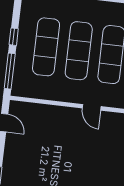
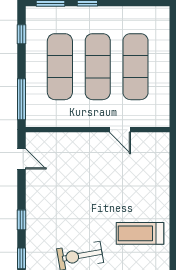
window: (14, 37) -> (22, 34), moved

